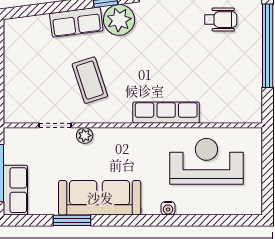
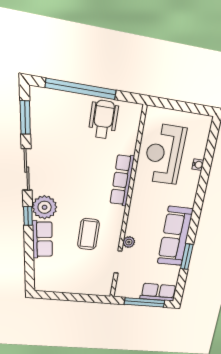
wheelchair: (221, 20) -> (103, 119), moved, width x1.36, depth x1.37
coffee table: (90, 80) -> (88, 234), turned -72
water cooler: (168, 208) -> (198, 165), moved

